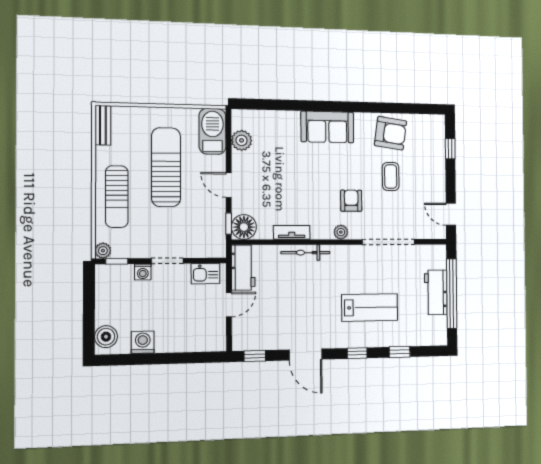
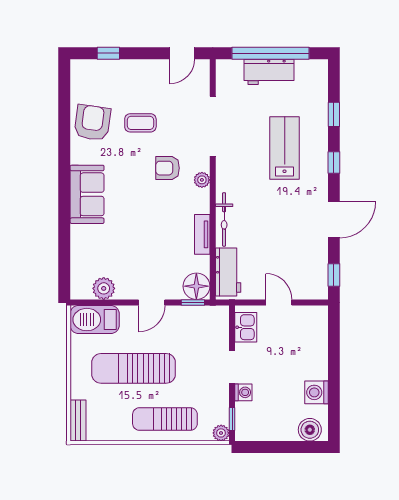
bench: (103, 125) -> (78, 420), moved, turned 90
sun lounger: (117, 197) -> (165, 419), turned 180
workbench: (243, 268) -> (228, 272), moved, turned 90

